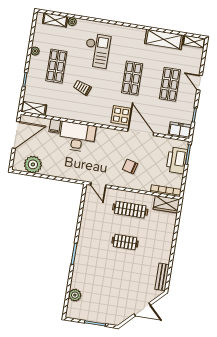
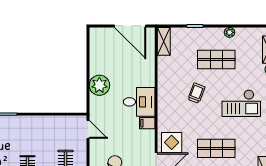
filing cabinet: (55, 126) -> (147, 123), moved
desk: (77, 137) -> (139, 102), width x0.73
plant: (33, 164) -> (99, 85), moved
door: (98, 185) -> (88, 129), swing flipped

